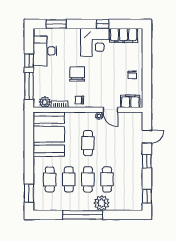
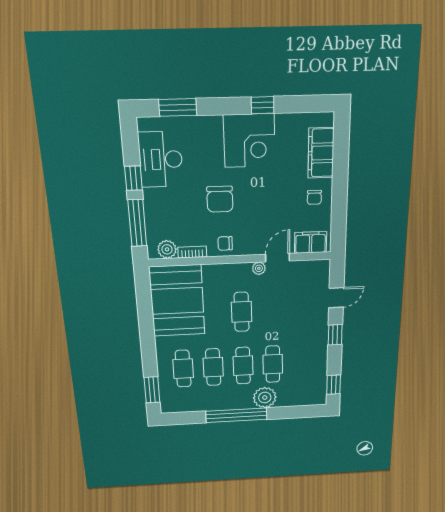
filing cabinet: (124, 35) -> (321, 153), moved, turned 90
chair: (77, 74) -> (220, 199), turned 180
door: (110, 110) -> (278, 258), swing flipped

